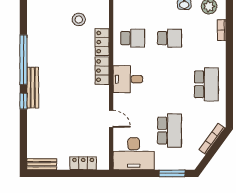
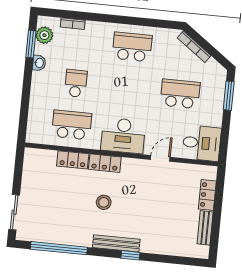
stool: (79, 20) -> (104, 202), moved
school desk: (133, 38) -> (72, 125), width x1.85
window: (23, 60) -> (59, 248), moved
desk: (128, 79) -> (123, 136), width x1.37
desk: (134, 154) -> (202, 143), width x0.73
bench: (42, 164) -> (205, 228), moved

